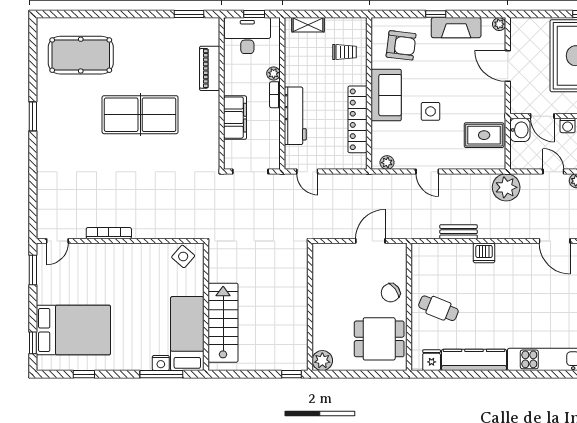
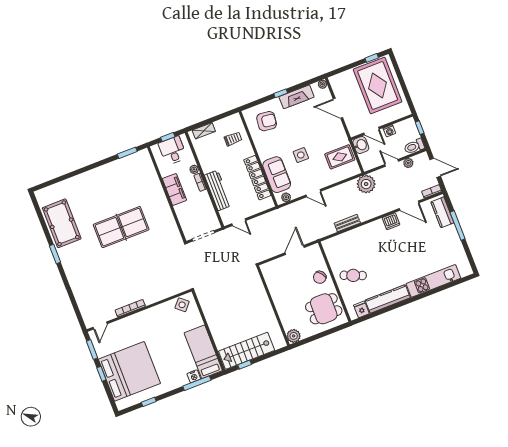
desk: (247, 36) -> (173, 151), width x0.73
pool table: (81, 55) -> (62, 223), moved, turned 90
piano: (210, 68) -> (153, 182), removed
sofa: (386, 95) -> (277, 175), moved
filing cabinet: (235, 118) -> (174, 190), moved
dishwasher: (484, 253) -> (391, 221), moved
stairs: (223, 323) -> (247, 351), moved, turned -90
bed: (73, 330) -> (129, 371), width x1.36
window: (33, 343) -> (101, 374), moved
window: (292, 374) -> (245, 365), moved

